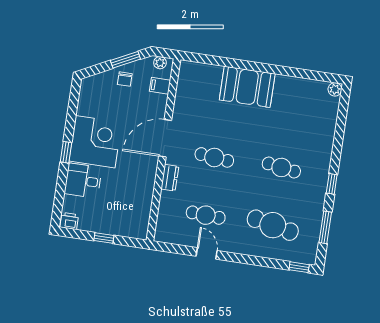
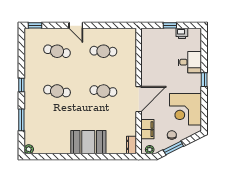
filing cabinet: (160, 86) -> (147, 129), width x2.00
corner desk: (95, 142) -> (185, 109), moved
dresser: (170, 178) -> (131, 145), moved
printer: (69, 221) -> (182, 33), moved
cafe table: (273, 225) -> (57, 51), width x0.73, depth x0.74
window: (325, 227) -> (21, 120), moved
door: (207, 253) -> (76, 25), moved

